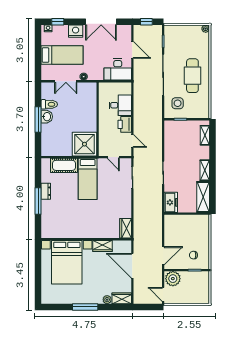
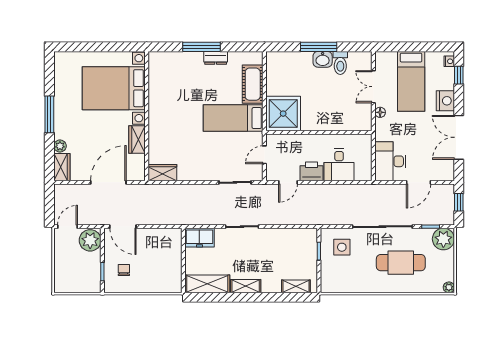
plant: (172, 32) -> (443, 239), added
cafe table: (192, 76) -> (401, 263), moved

